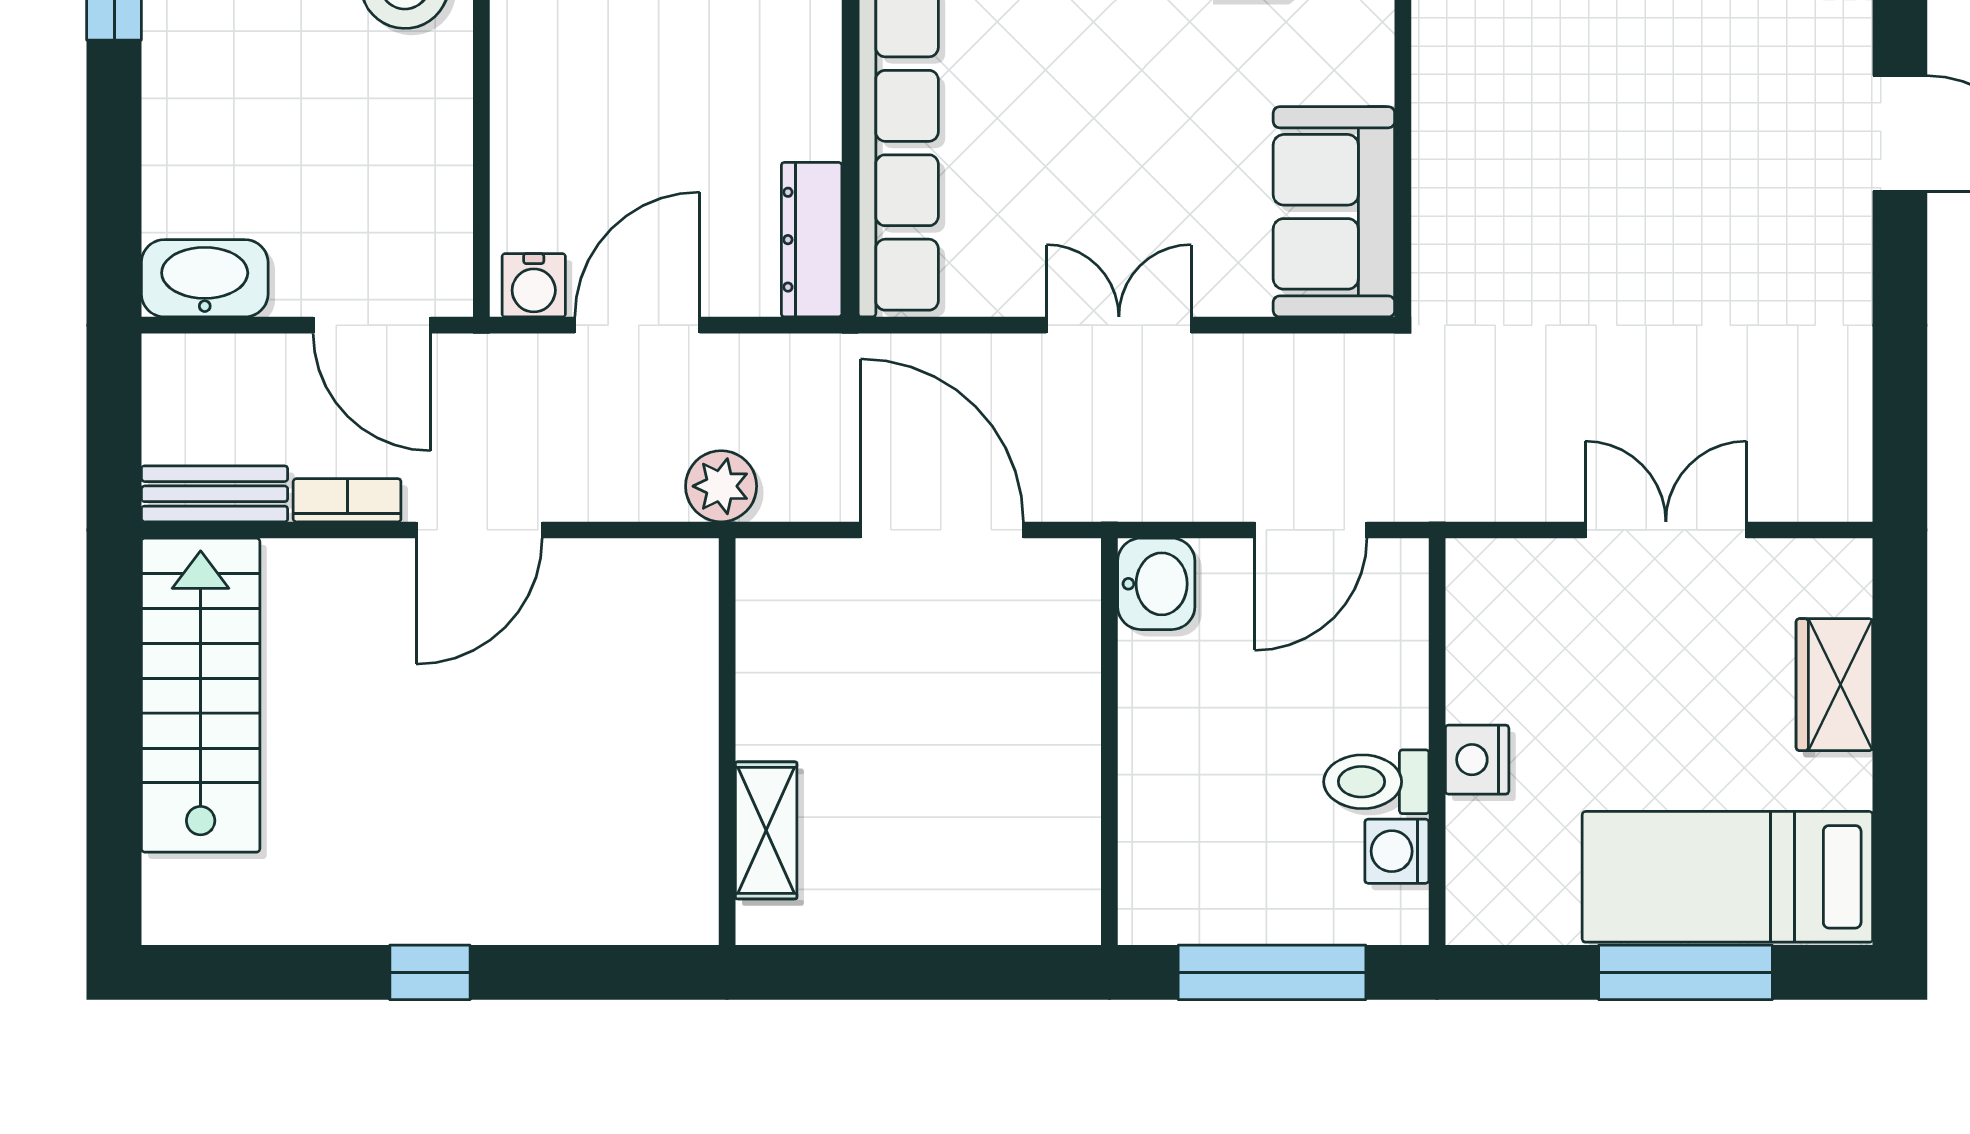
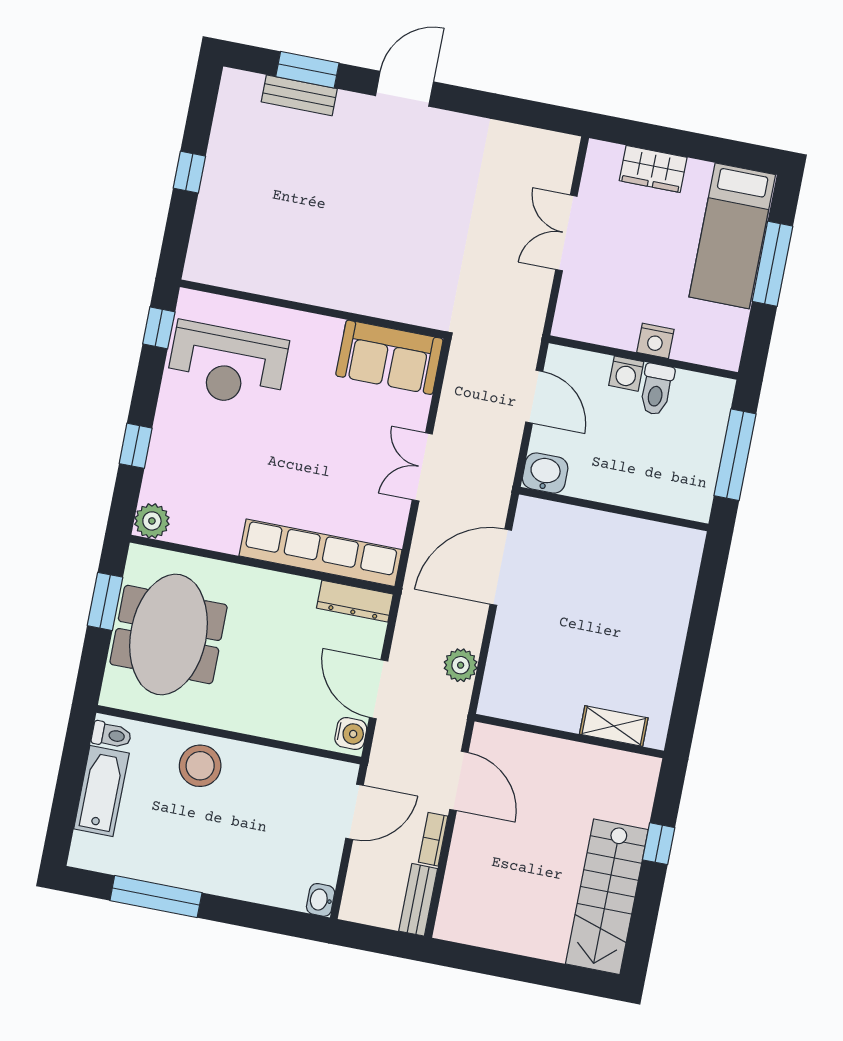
washbasin: (205, 278) -> (321, 900), width x0.52, depth x0.69
stairs: (201, 695) -> (607, 897), moved, turned -90
wall: (727, 742) -> (569, 736), moved
shelving: (766, 830) -> (614, 726), moved
washing machine: (1397, 851) -> (626, 374), moved

